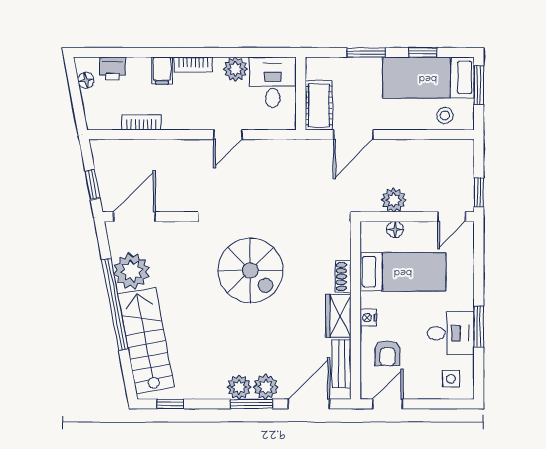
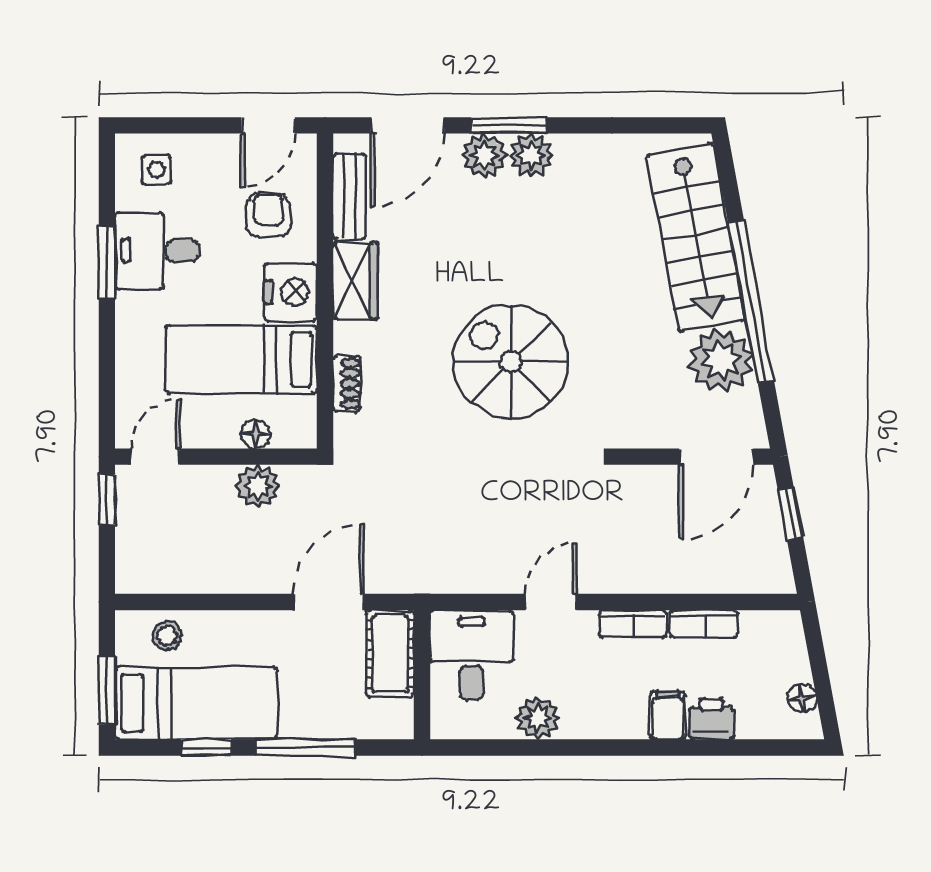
window: (366, 52) -> (306, 747), width x1.44
bookcase: (193, 65) -> (633, 624), moved, turned 180
printer: (112, 68) -> (711, 719), moved
desk: (273, 82) -> (472, 655), moved, turned 180
shoe rack: (343, 277) -> (347, 383), moved
nightstand: (368, 318) -> (291, 292), width x1.89, depth x1.79
window: (170, 404) -> (653, 125), removed

